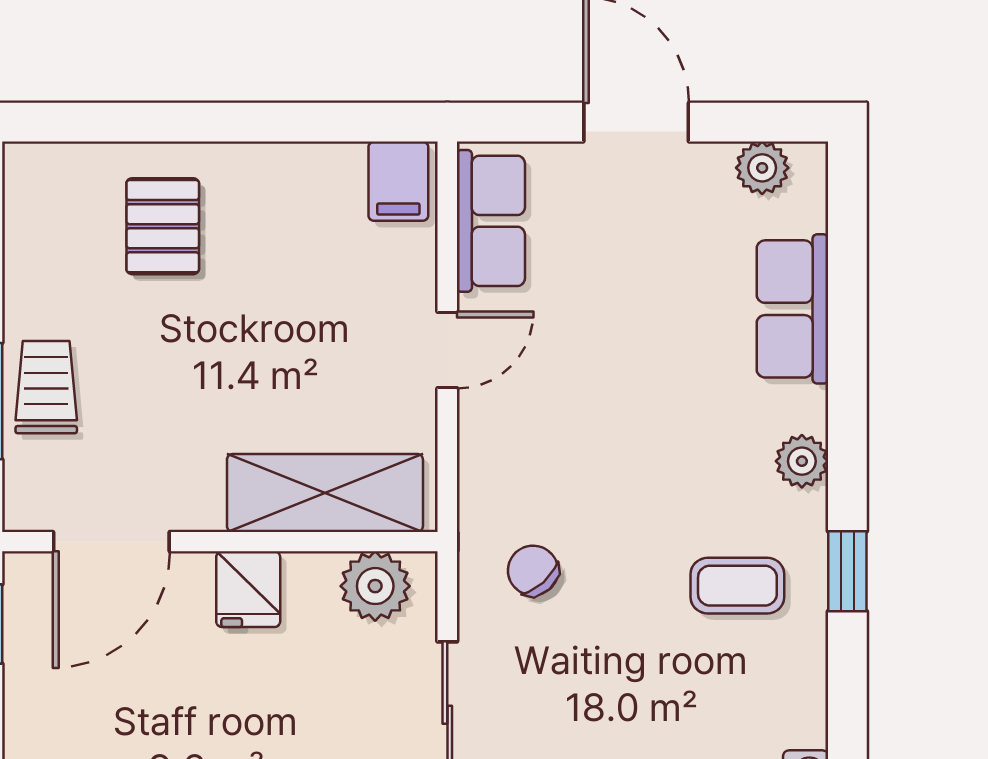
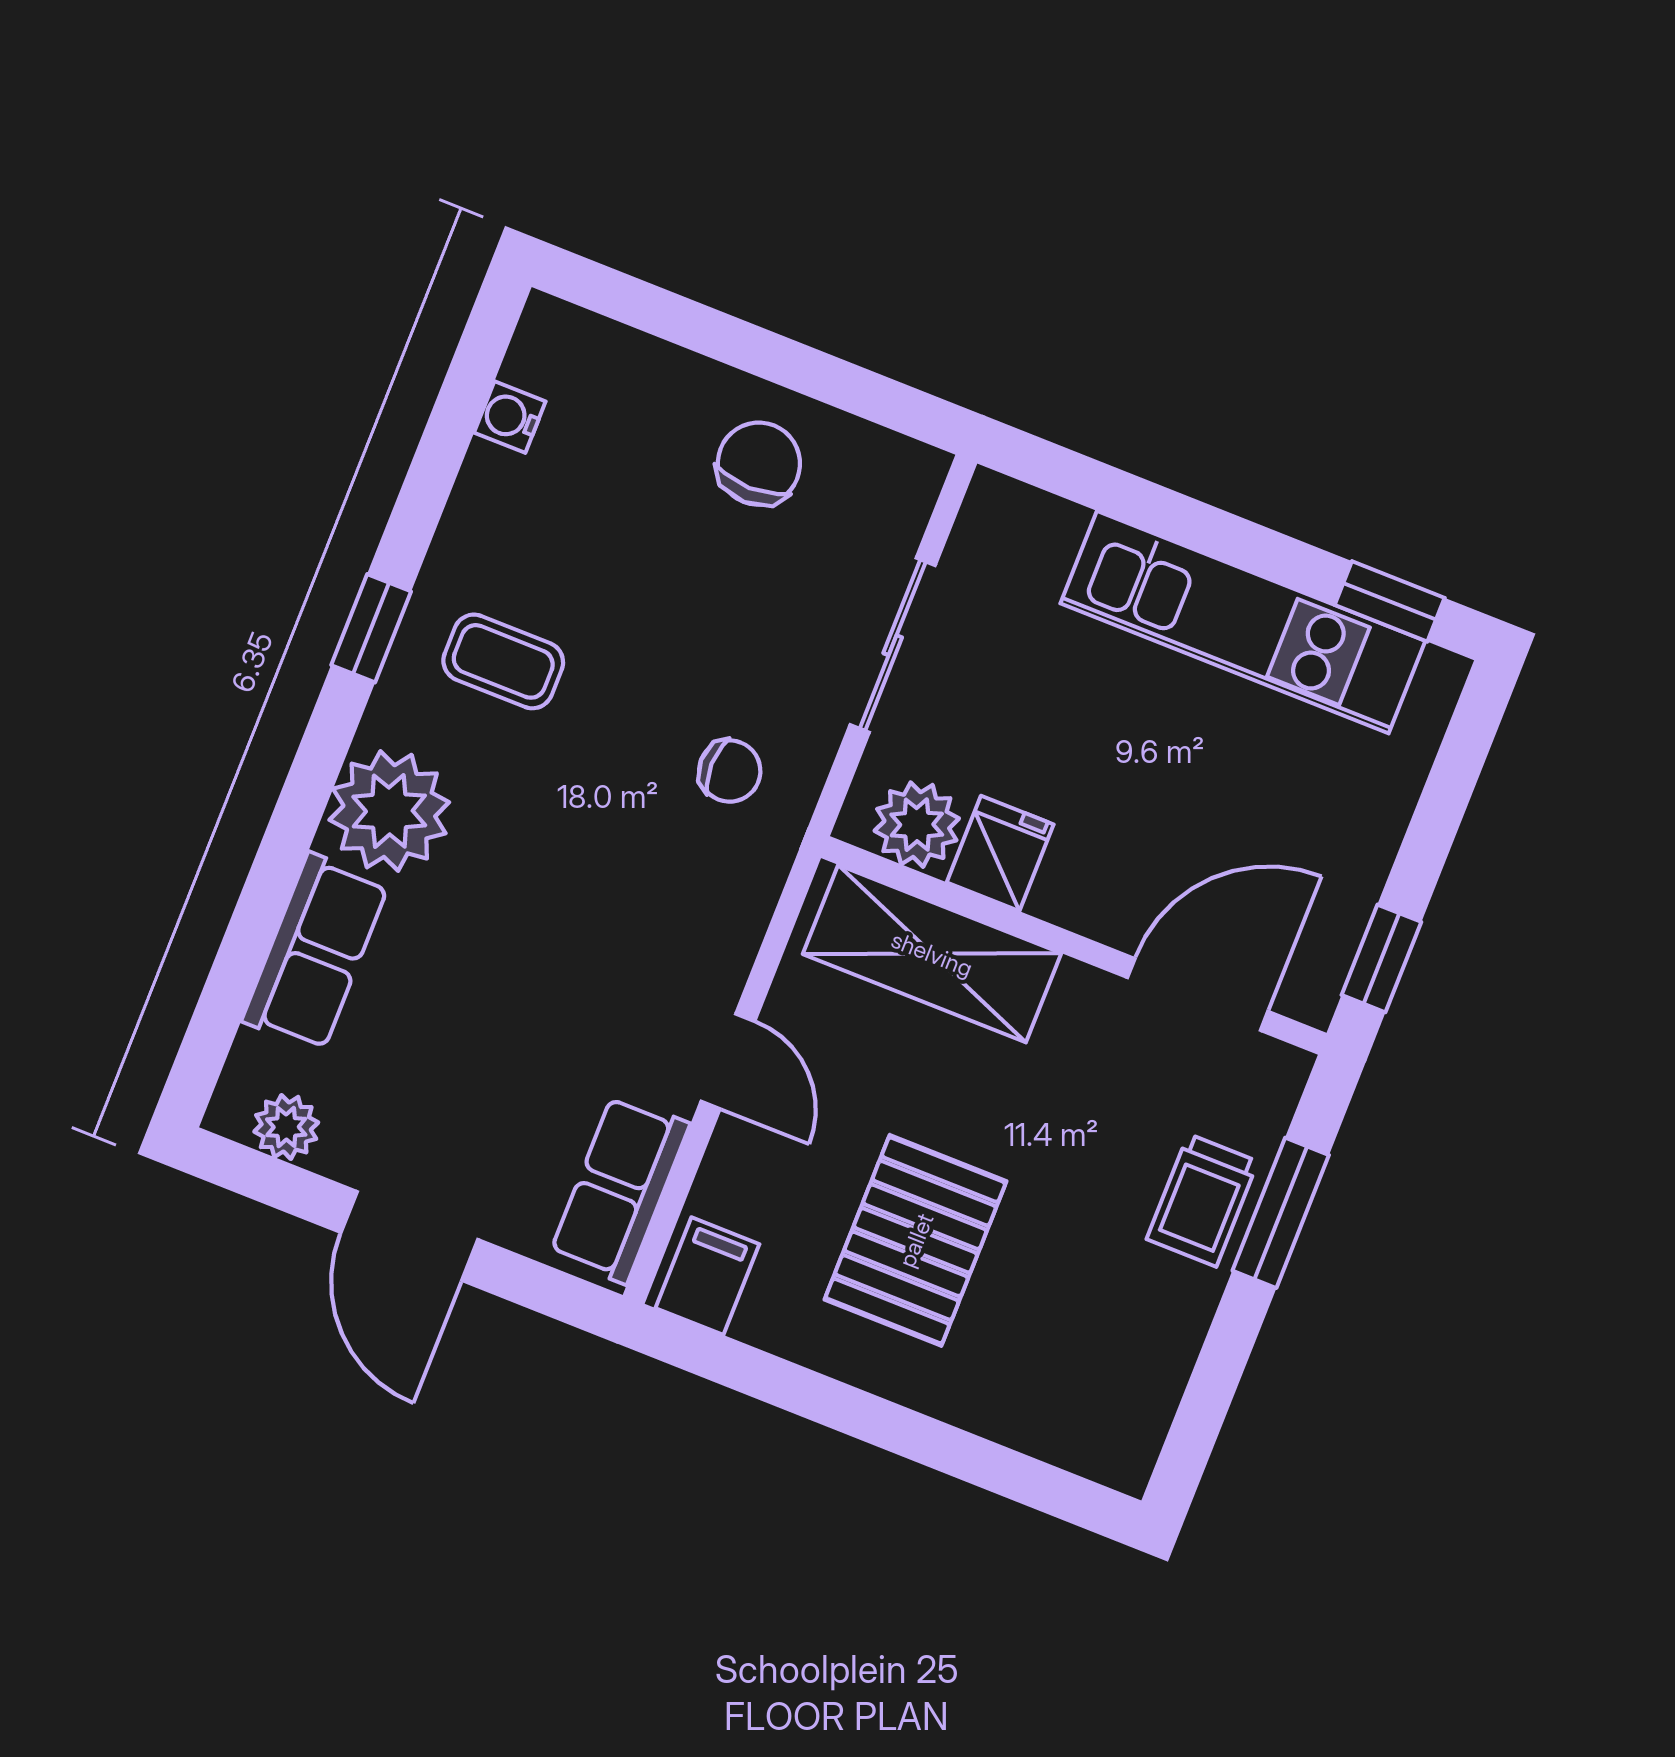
pallet: (163, 226) -> (916, 1240), moved, width x1.50, depth x1.42
door: (447, 350) -> (728, 1061), swing flipped
plant: (802, 461) -> (389, 811), width x1.87, depth x1.87
chair: (533, 571) -> (730, 771), turned -48
fridge: (248, 589) -> (1000, 853), moved

